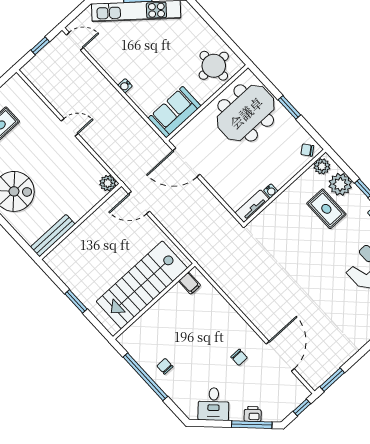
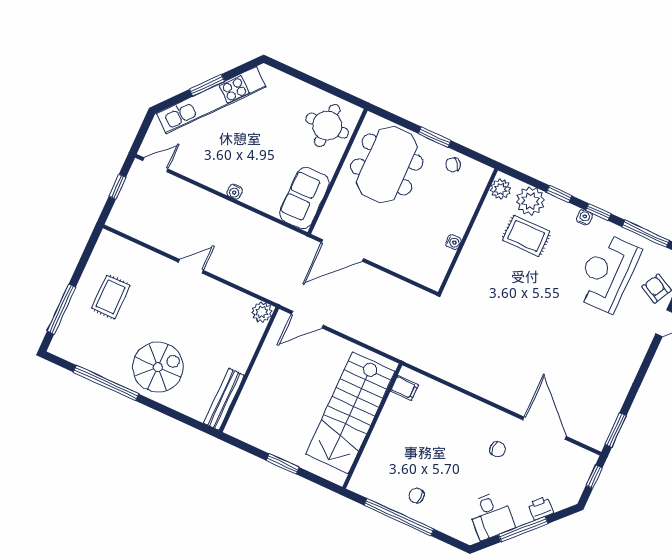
chair: (307, 150) -> (453, 165), moved
tv unit: (252, 206) -> (439, 269), removed
window: (252, 425) -> (523, 529), moved

